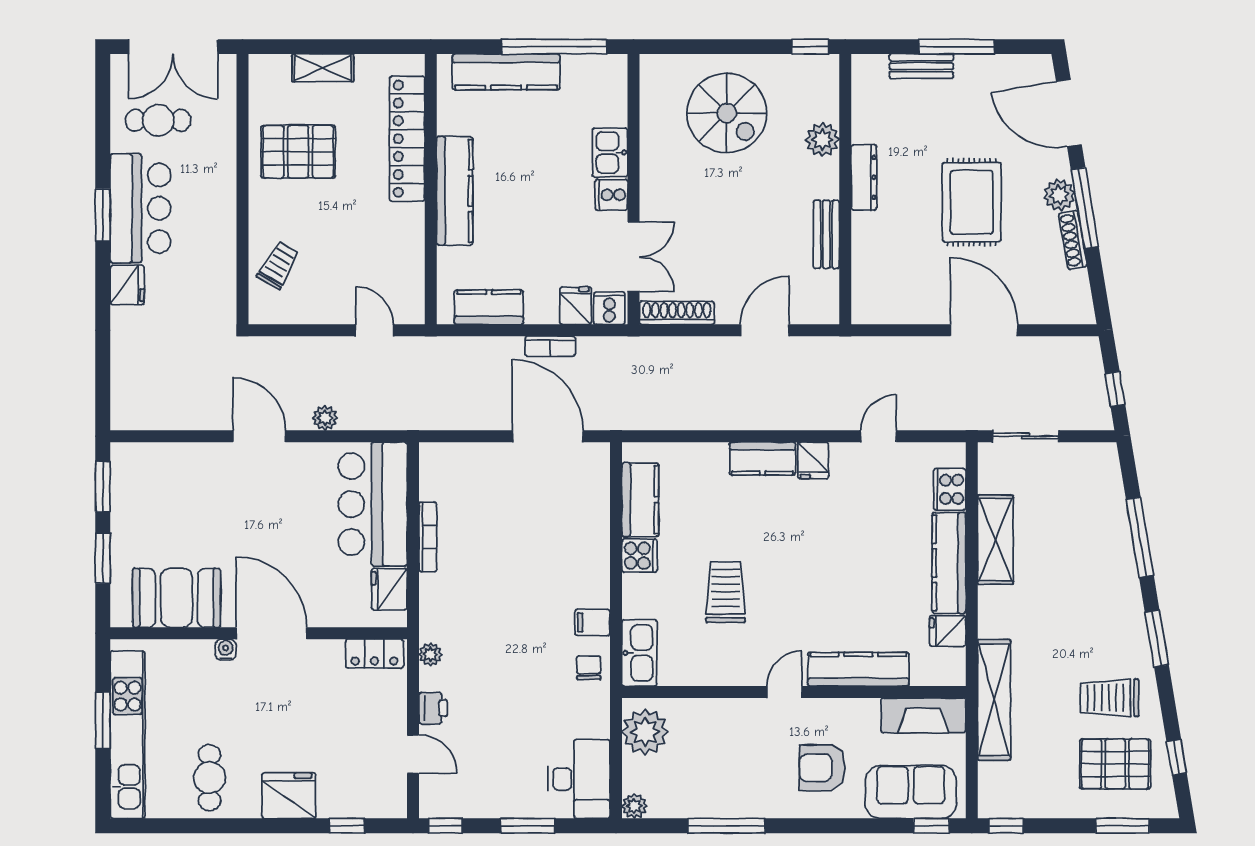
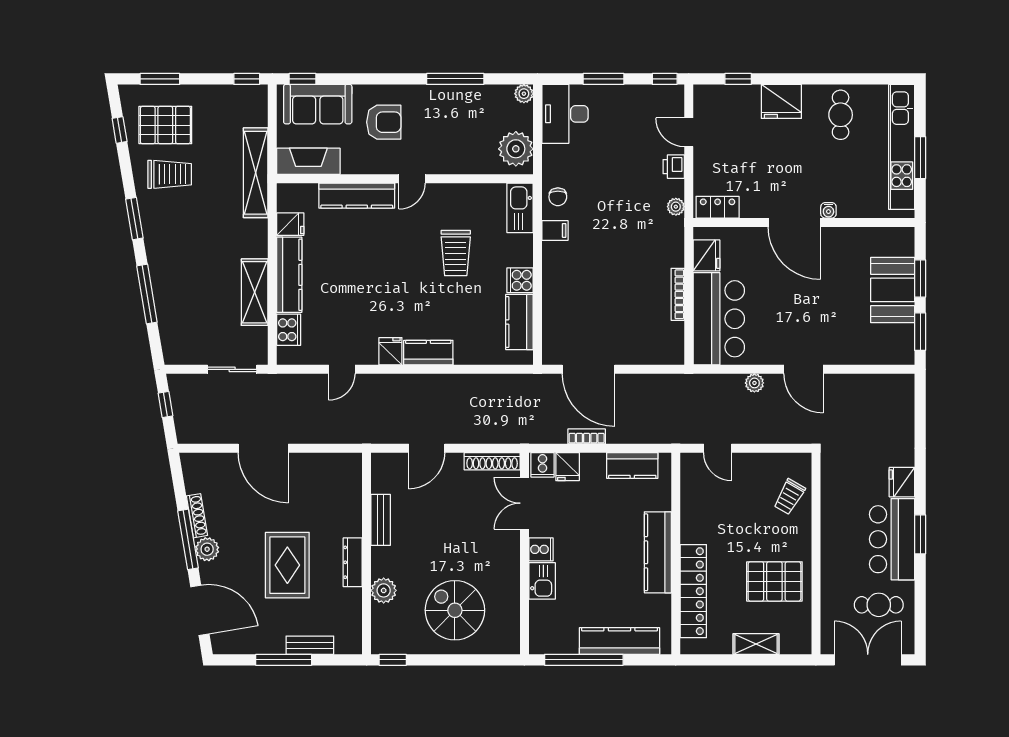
rug: (972, 202) -> (287, 565), moved
booth: (176, 598) -> (893, 290), moved, turned 90

